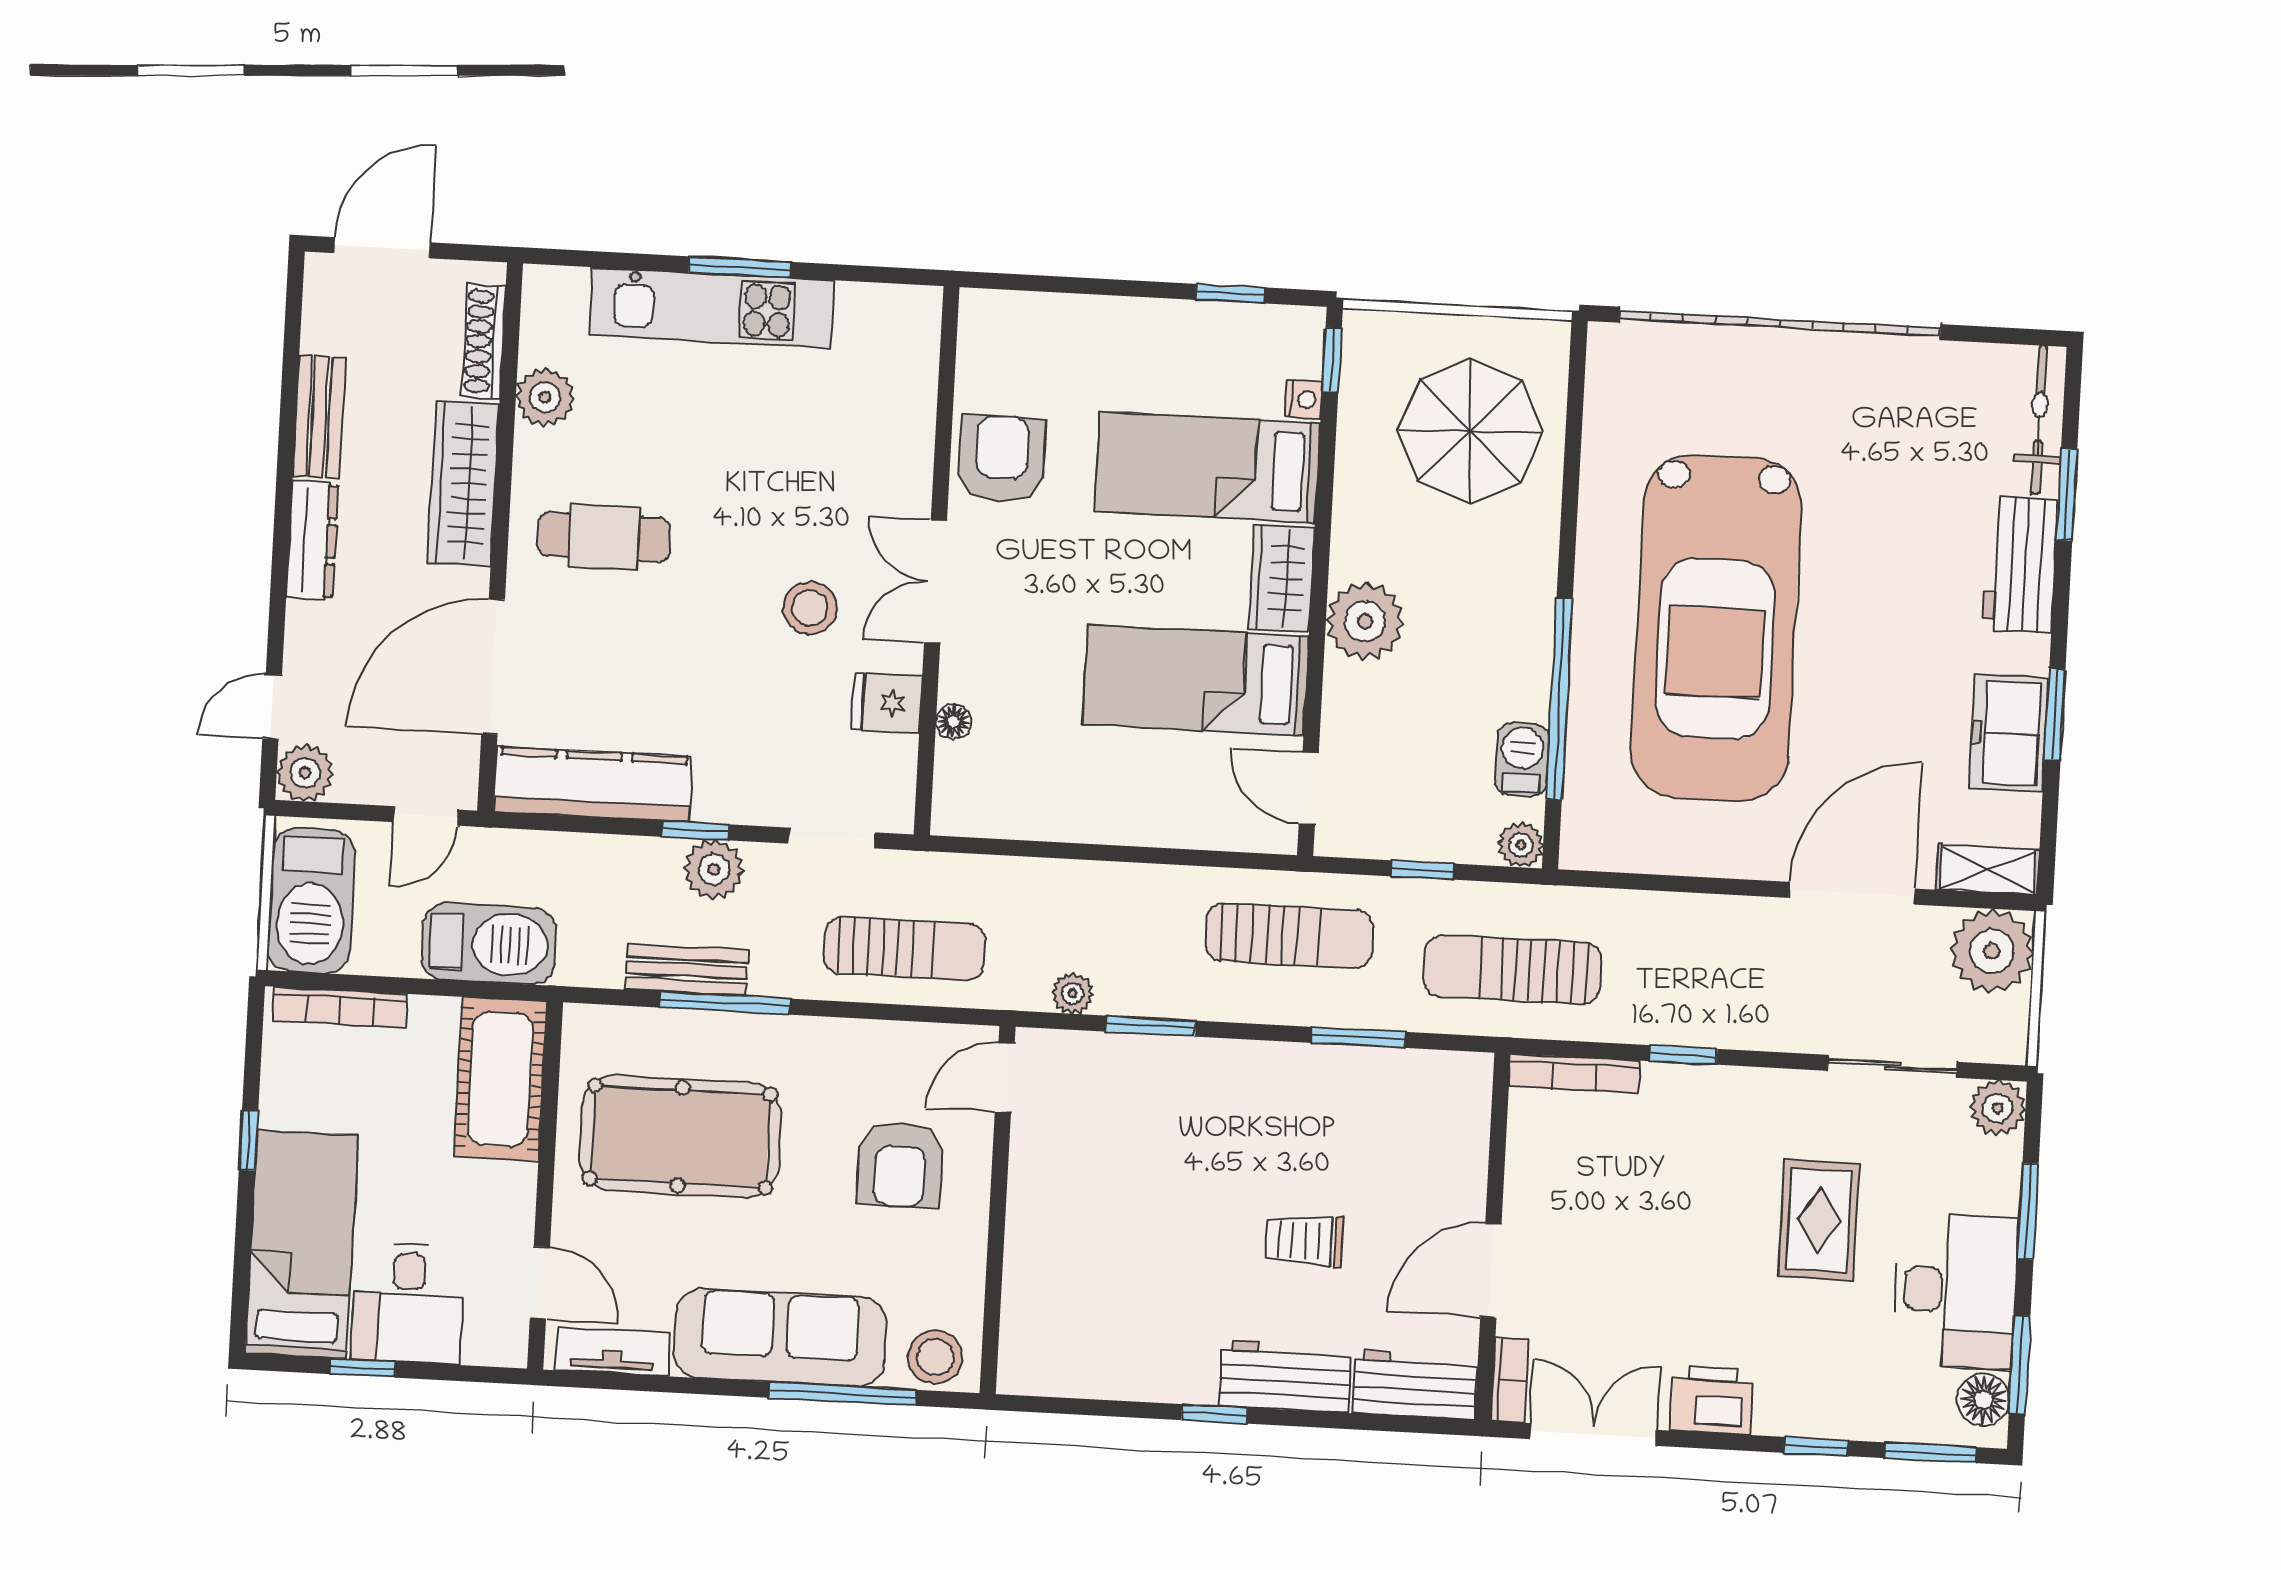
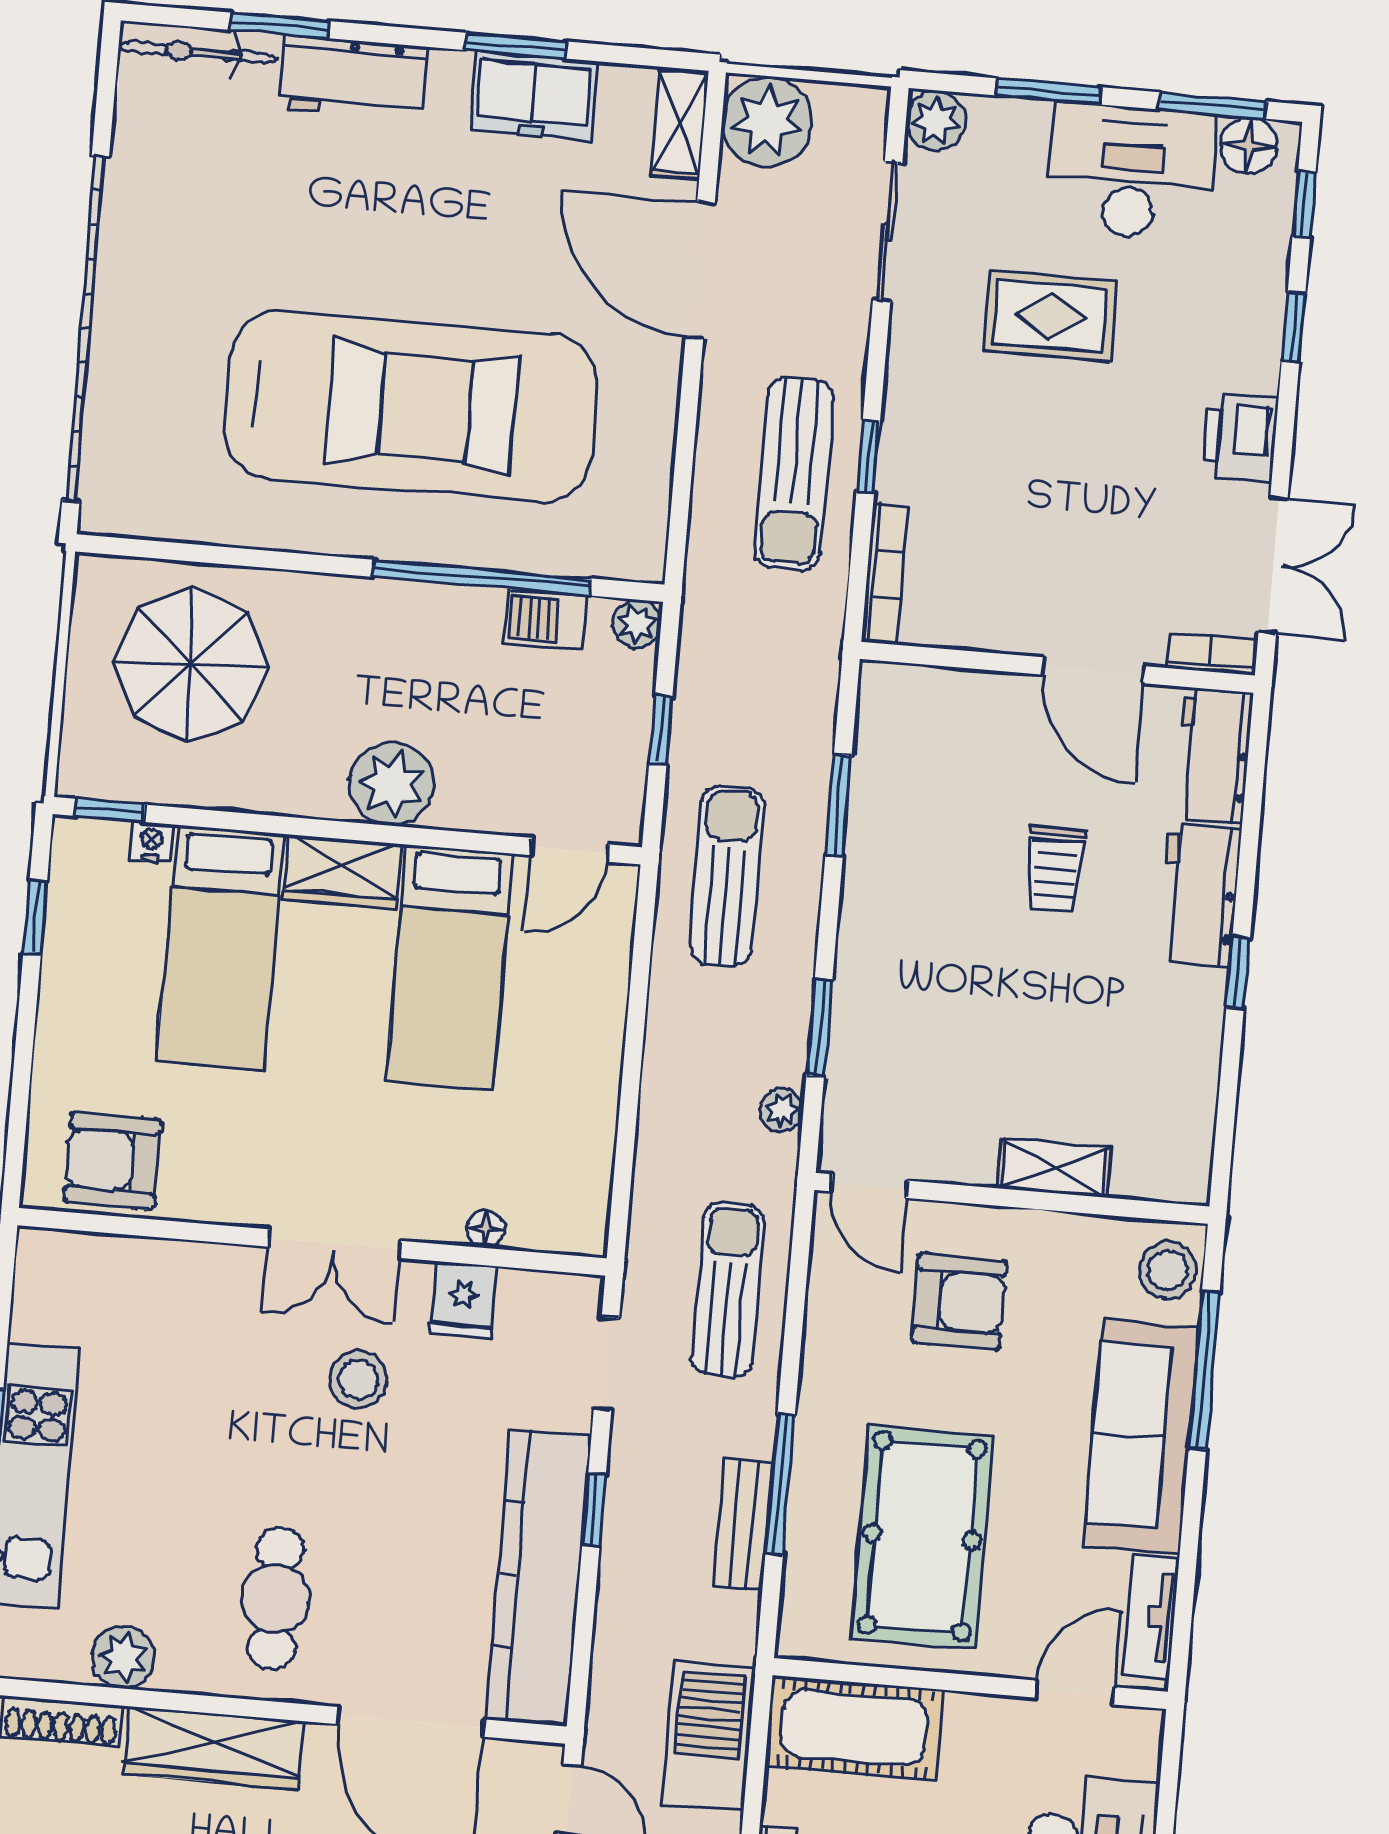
armchair: (1002, 459) -> (113, 1161), moved
kitchen counter: (593, 784) -> (538, 1578), width x1.39, depth x1.17
plant: (714, 869) -> (636, 1492), removed
sun lounger: (1512, 970) -> (794, 474), moved
shelving: (1027, 1248) -> (1054, 1168), added
double door: (1593, 1434) -> (1273, 566), swing flipped
window: (1931, 1453) -> (1304, 204), width x0.67

